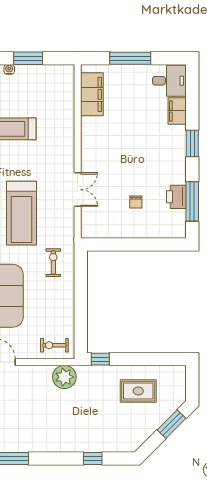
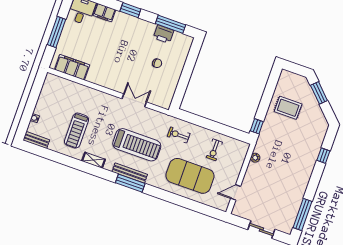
window: (28, 58) -> (32, 102), removed
exercise bike: (54, 345) -> (214, 150), moved
plant: (64, 377) -> (255, 158), width x0.53, depth x0.53
rug: (138, 391) -> (288, 108), turned 90

